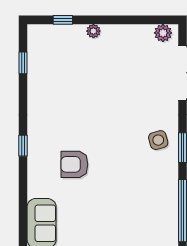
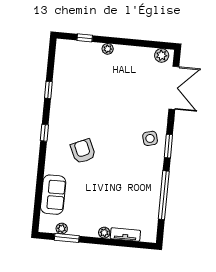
window: (23, 63) -> (48, 90), moved
armchair: (74, 164) -> (83, 151), turned 66

